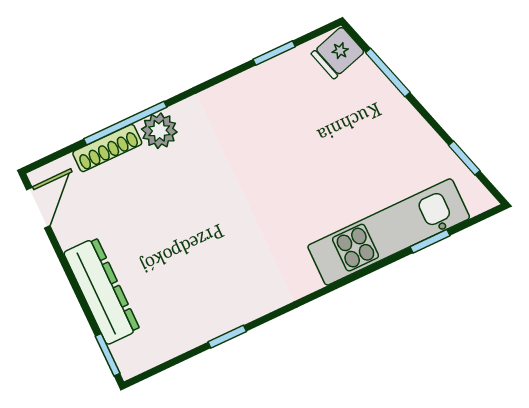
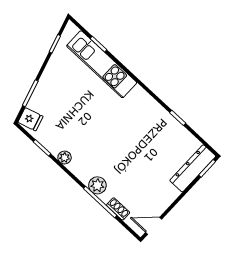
plant: (238, 89) -> (65, 158), added
shoe rack: (107, 148) -> (118, 209), width x0.70
dresser: (102, 291) -> (193, 168), moved

